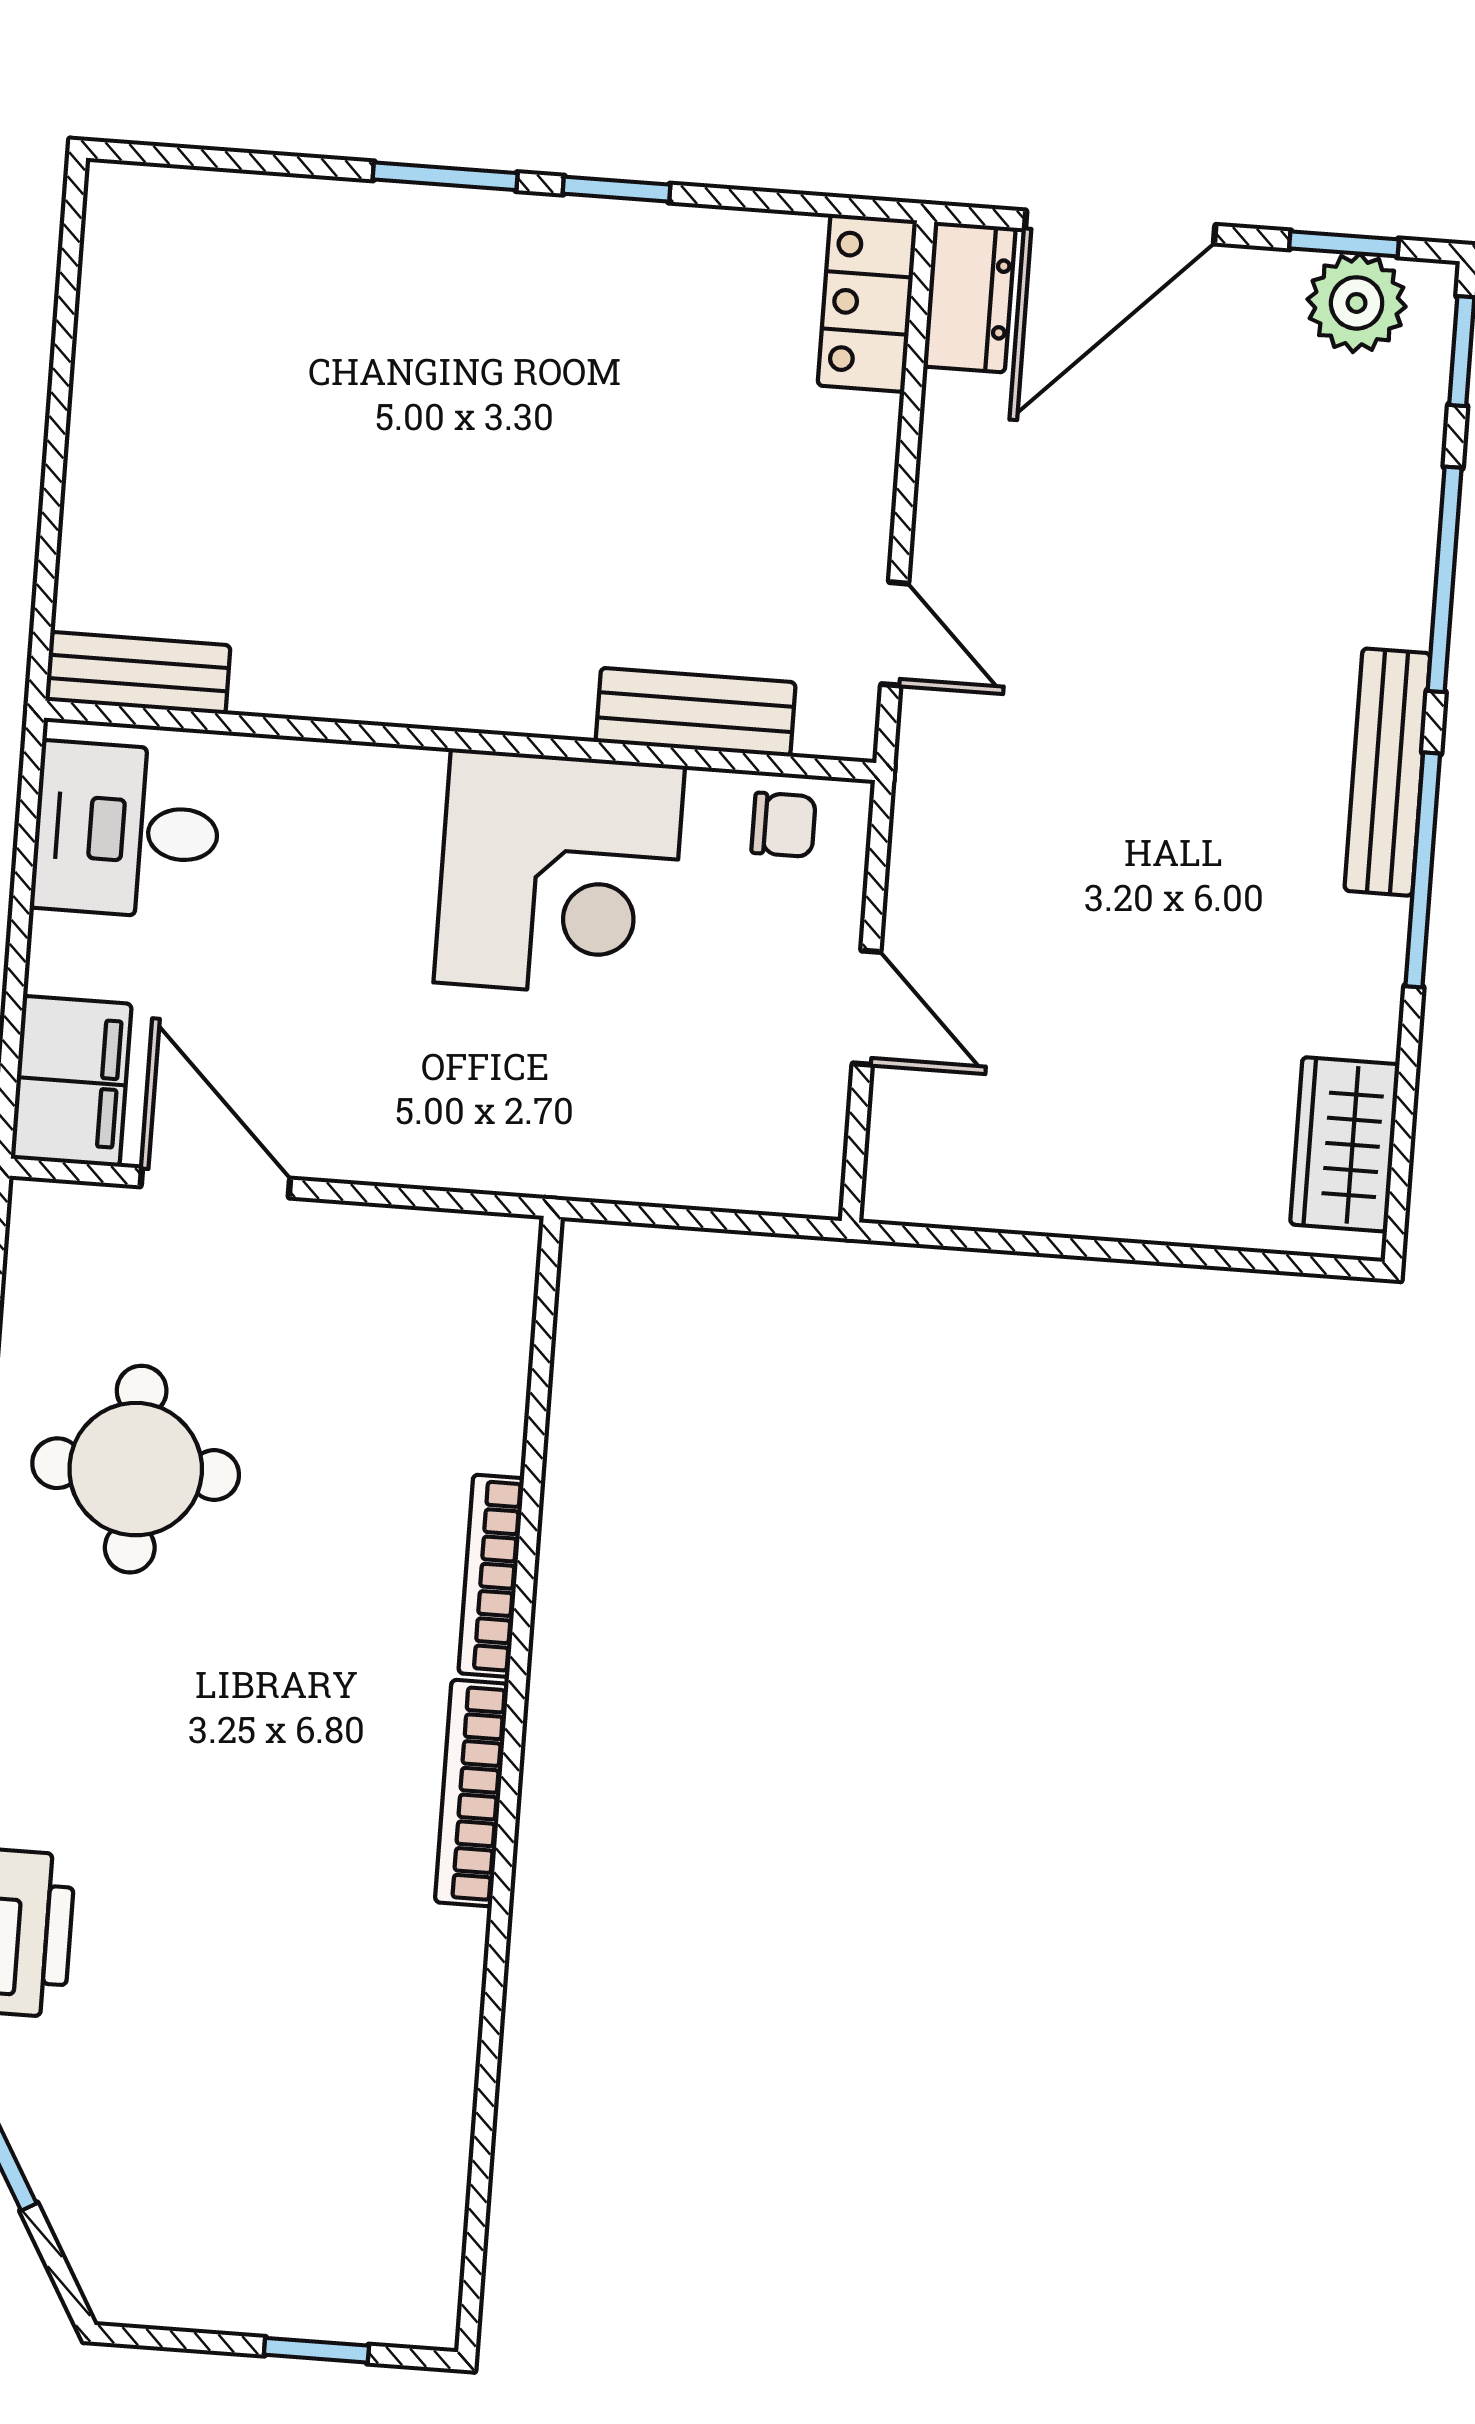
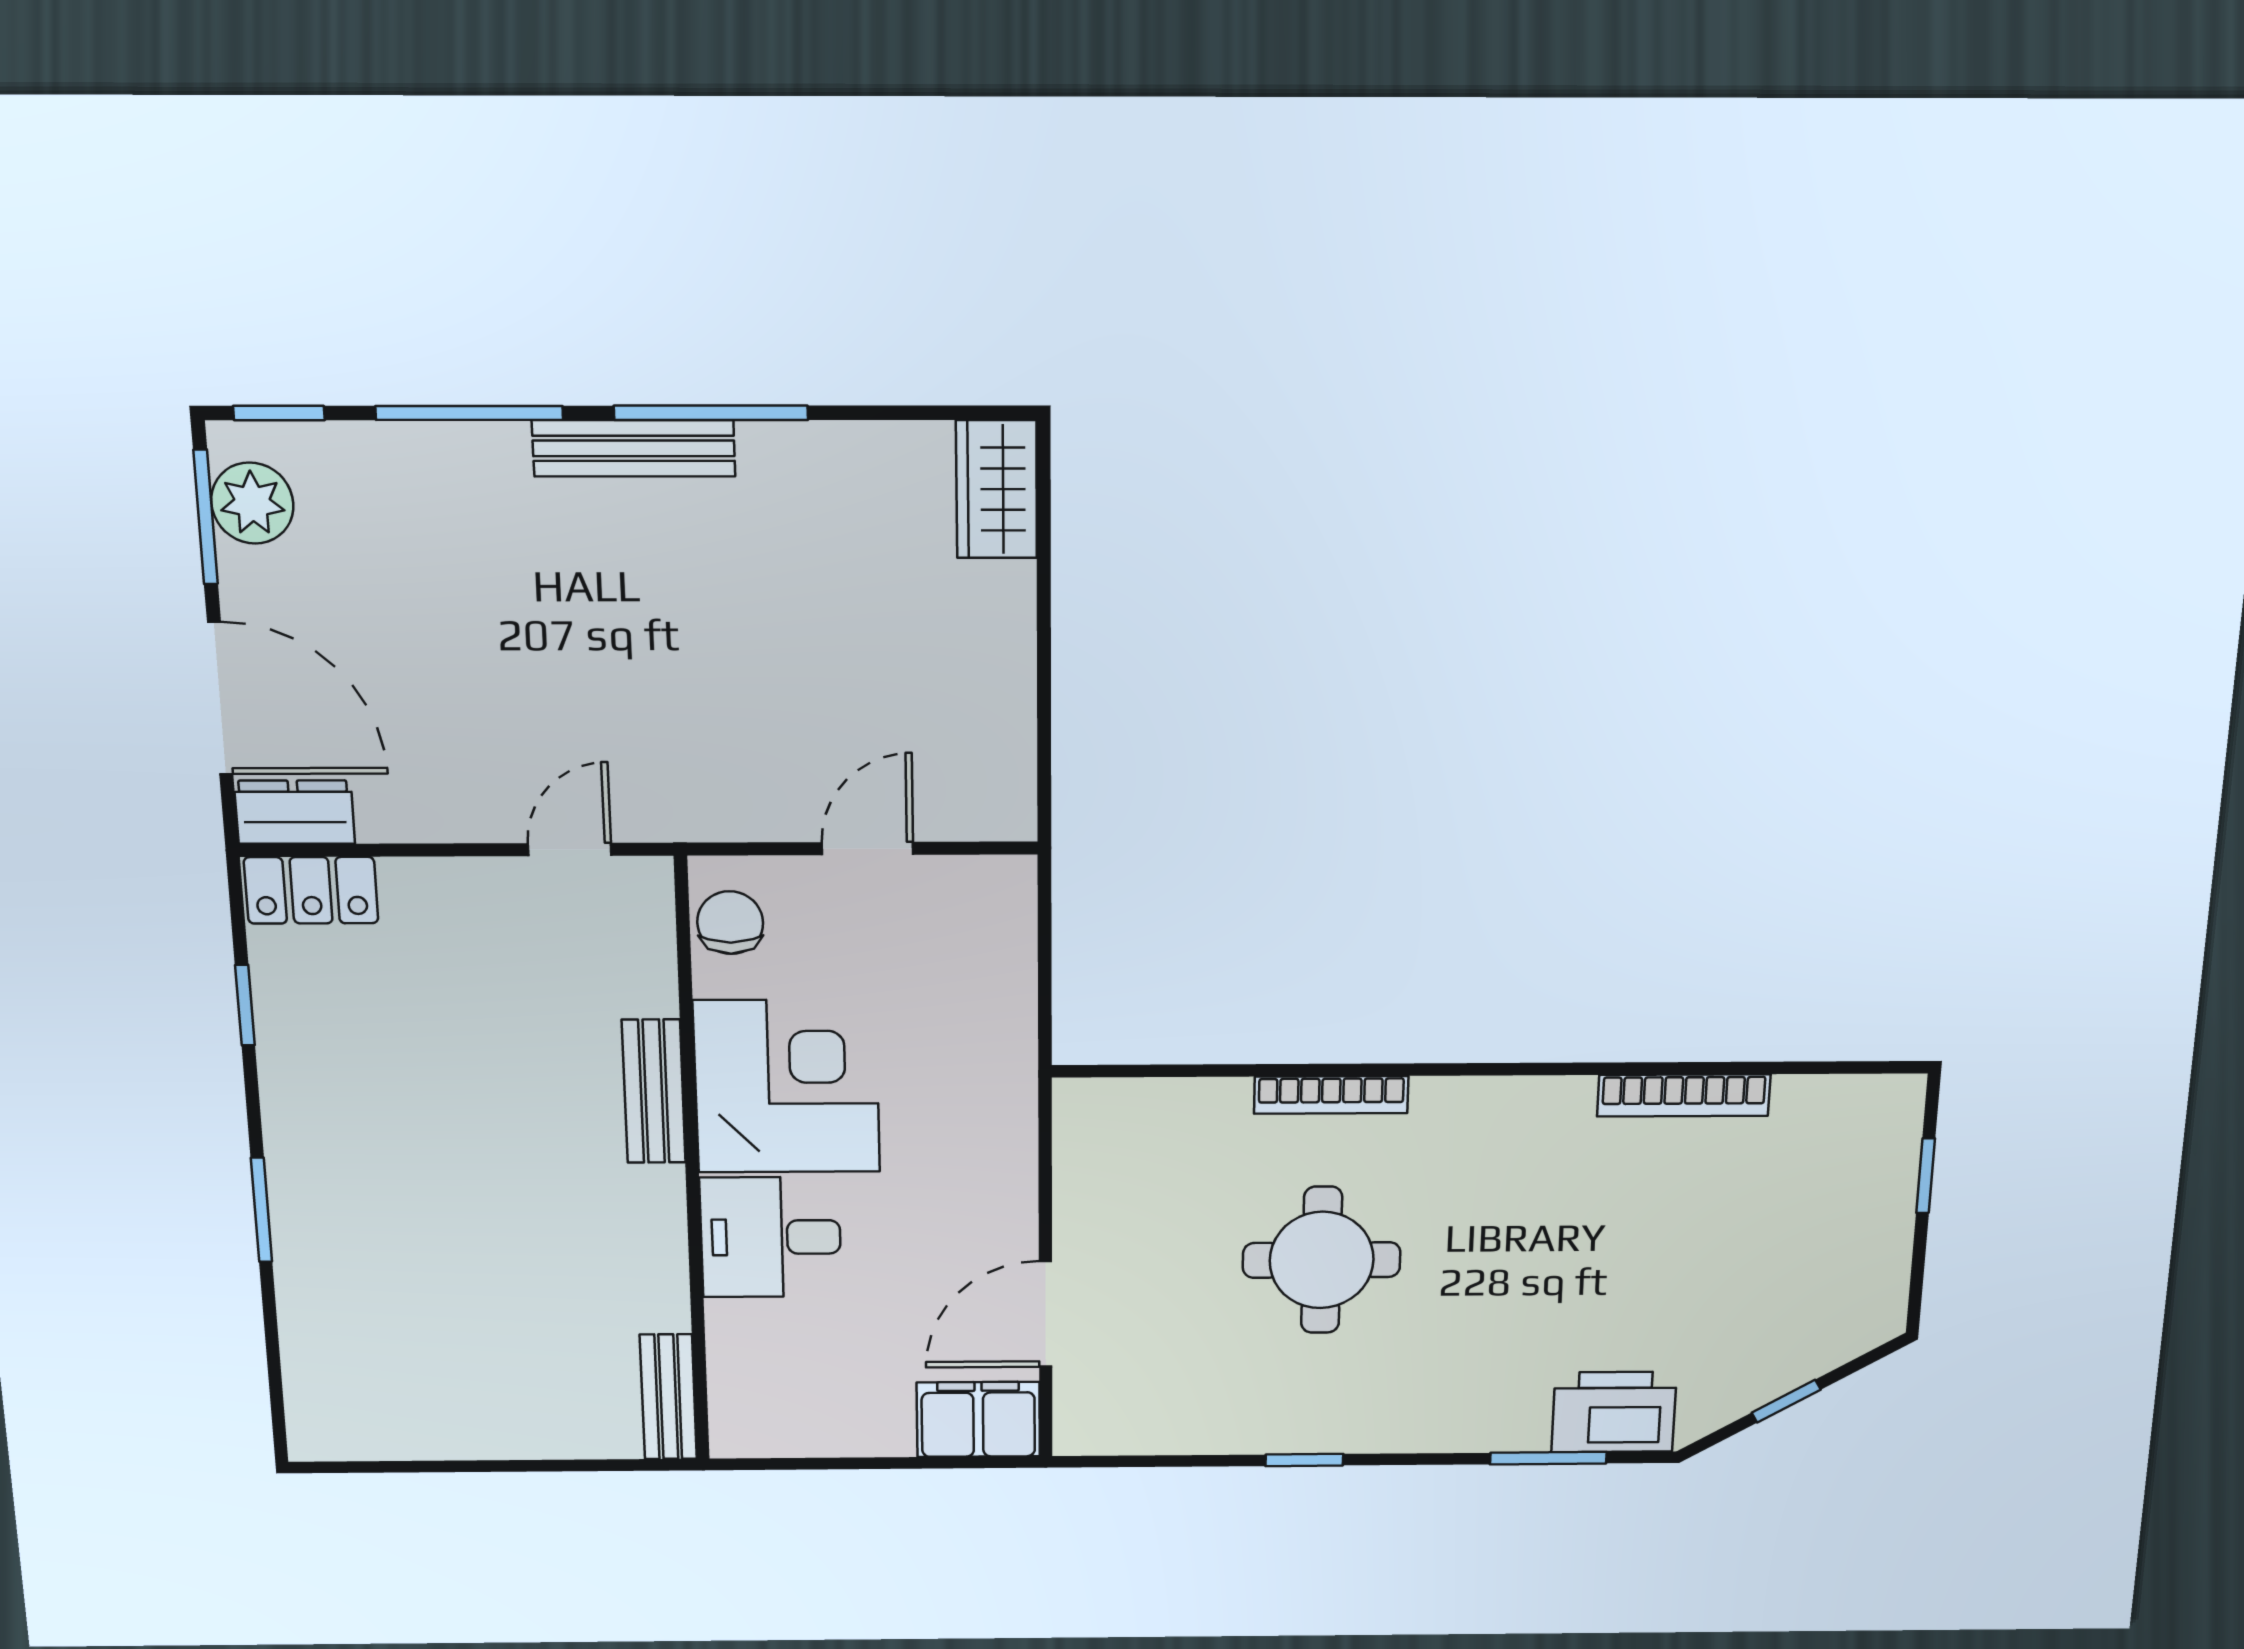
window: (617, 189) -> (245, 1005), moved
window: (1344, 244) -> (206, 517), width x1.50
bench: (696, 712) -> (654, 1091), moved
chair: (784, 825) -> (730, 923), width x1.37, depth x1.37
desk: (126, 830) -> (771, 1237), moved, turned 90
wardrobe: (1345, 1144) -> (997, 489), moved, turned 90
round table: (136, 1469) -> (1322, 1260), moved
bookcase: (472, 1793) -> (1684, 1095), moved

